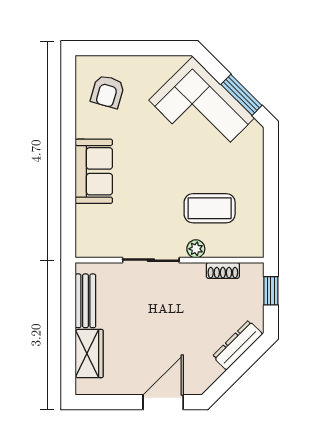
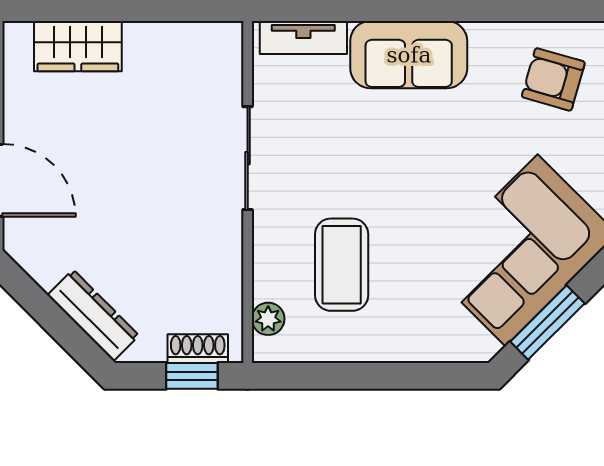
tv unit: (84, 229) -> (303, 37), added
plant: (196, 249) -> (268, 319), moved
shoe rack: (223, 270) -> (198, 349), moved, turned 90
bench: (85, 301) -> (174, 39), removed

